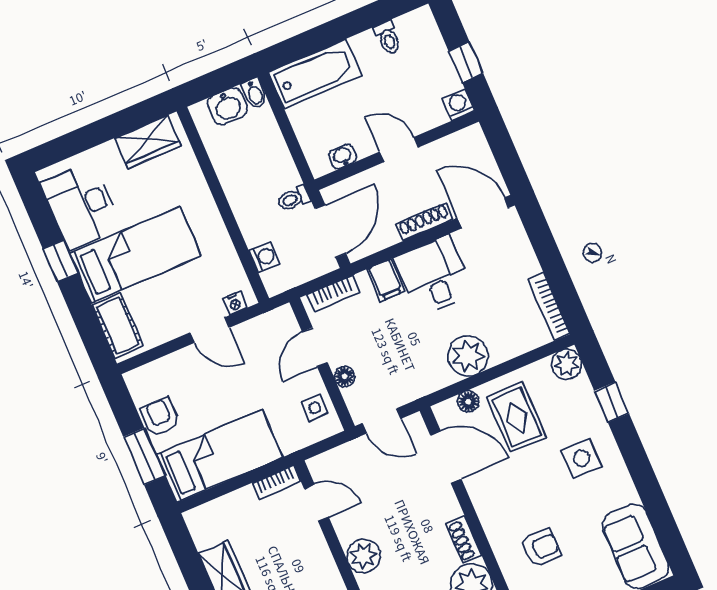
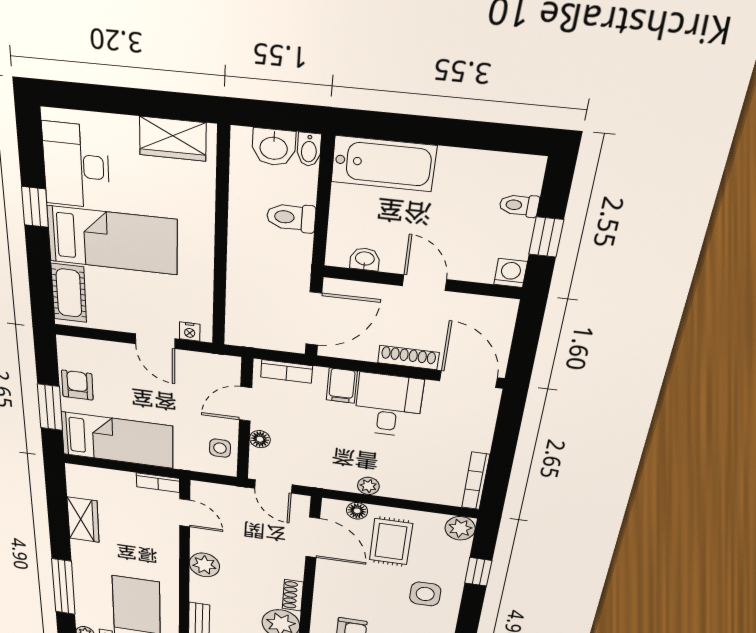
toilet: (388, 38) -> (519, 205), moved, turned 90
toilet: (294, 199) -> (291, 218), moved, width x1.37, depth x1.39
washing machine: (264, 257) -> (238, 308), removed
plant: (468, 356) -> (368, 486), width x0.53, depth x0.53

